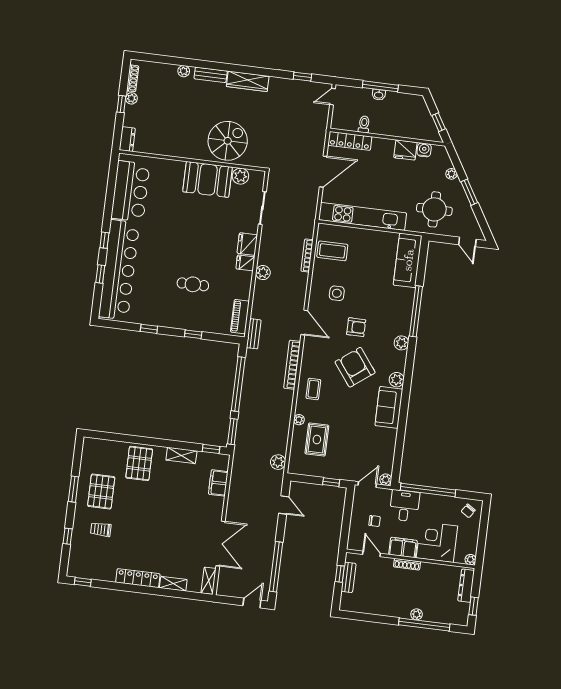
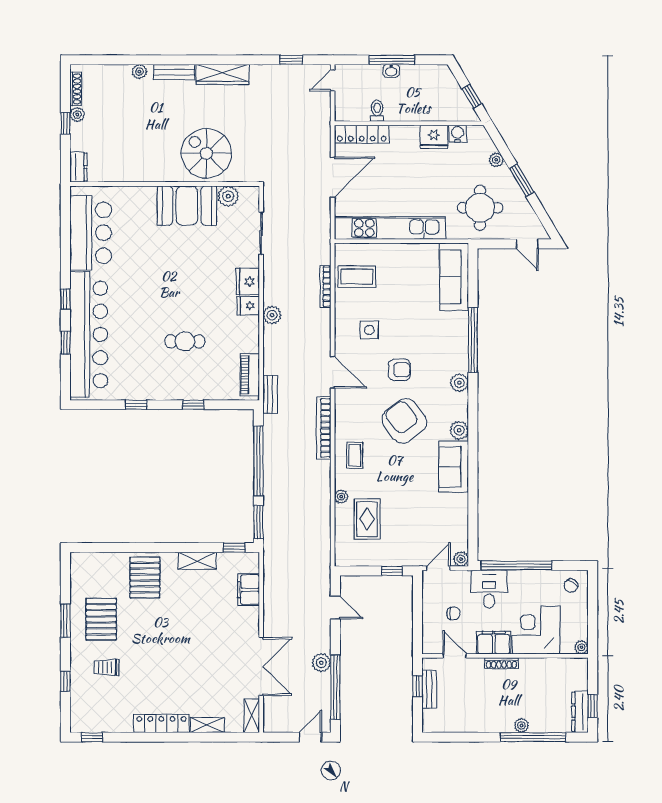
spiral stairs: (228, 141) -> (206, 153), turned -90
plant: (278, 462) -> (321, 663), moved
dresser: (466, 586) -> (580, 712), moved

